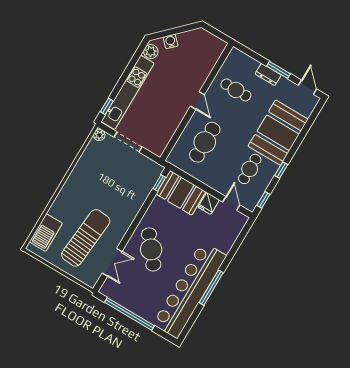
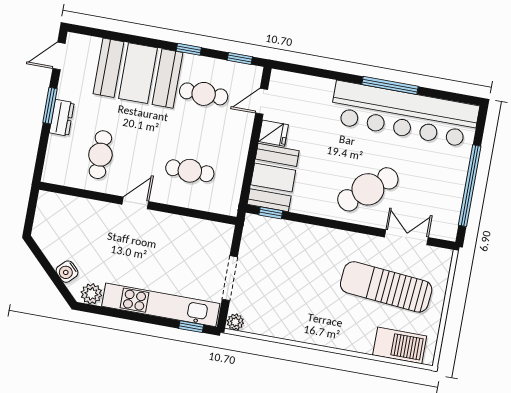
cafe table: (205, 142) -> (190, 171), width x0.73, depth x0.74

